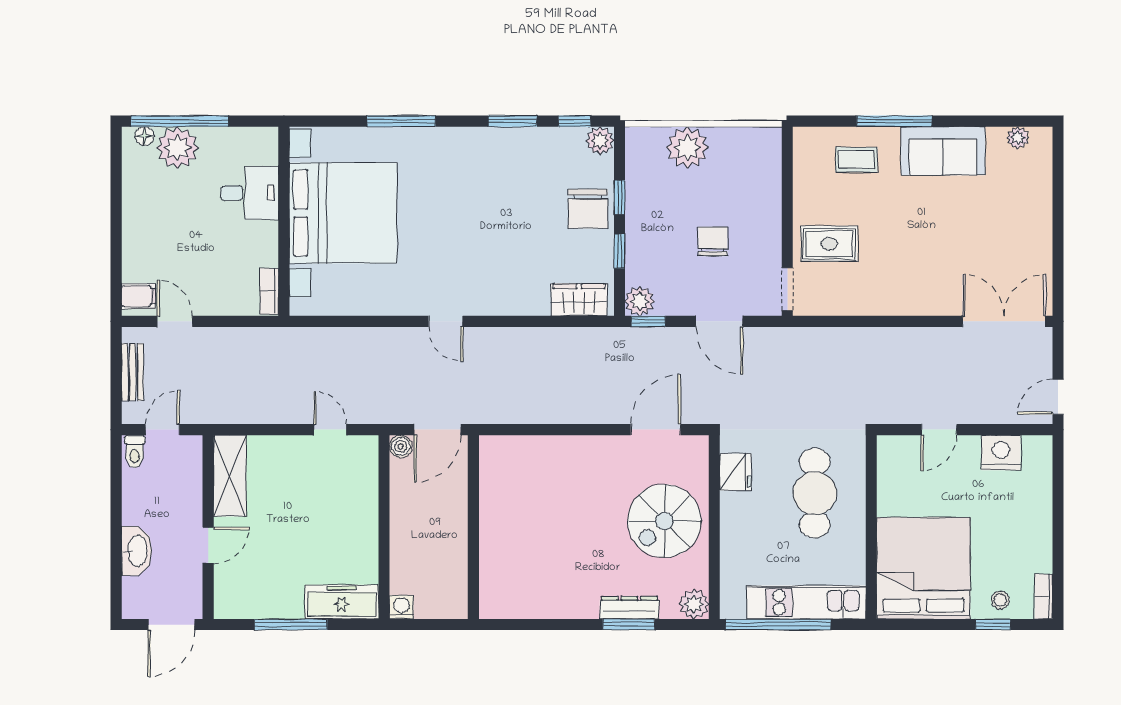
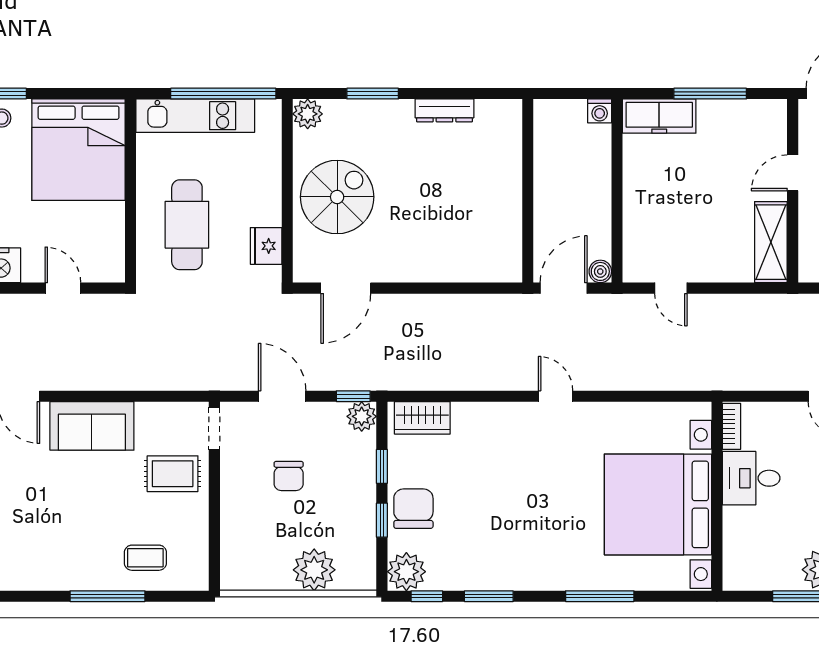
plant: (600, 141) -> (406, 572), width x1.36, depth x1.36
sofa: (943, 151) -> (92, 426), moved, turned 180
desk: (250, 193) -> (751, 478), moved
door: (939, 430) -> (63, 288), hinge flipped
dresser: (629, 608) -> (444, 110), moved

